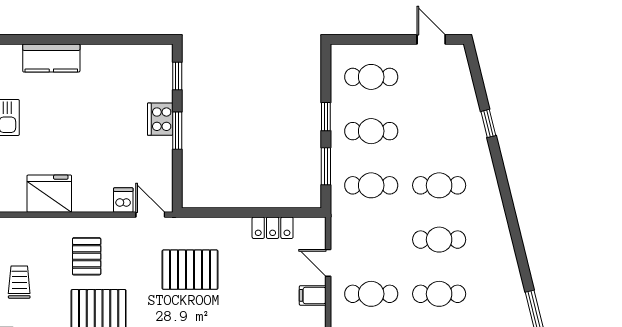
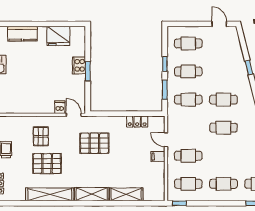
window: (177, 76) -> (88, 43), removed
fridge: (49, 194) -> (58, 36), moved, turned 180
cafe table: (439, 294) -> (223, 156), removed

